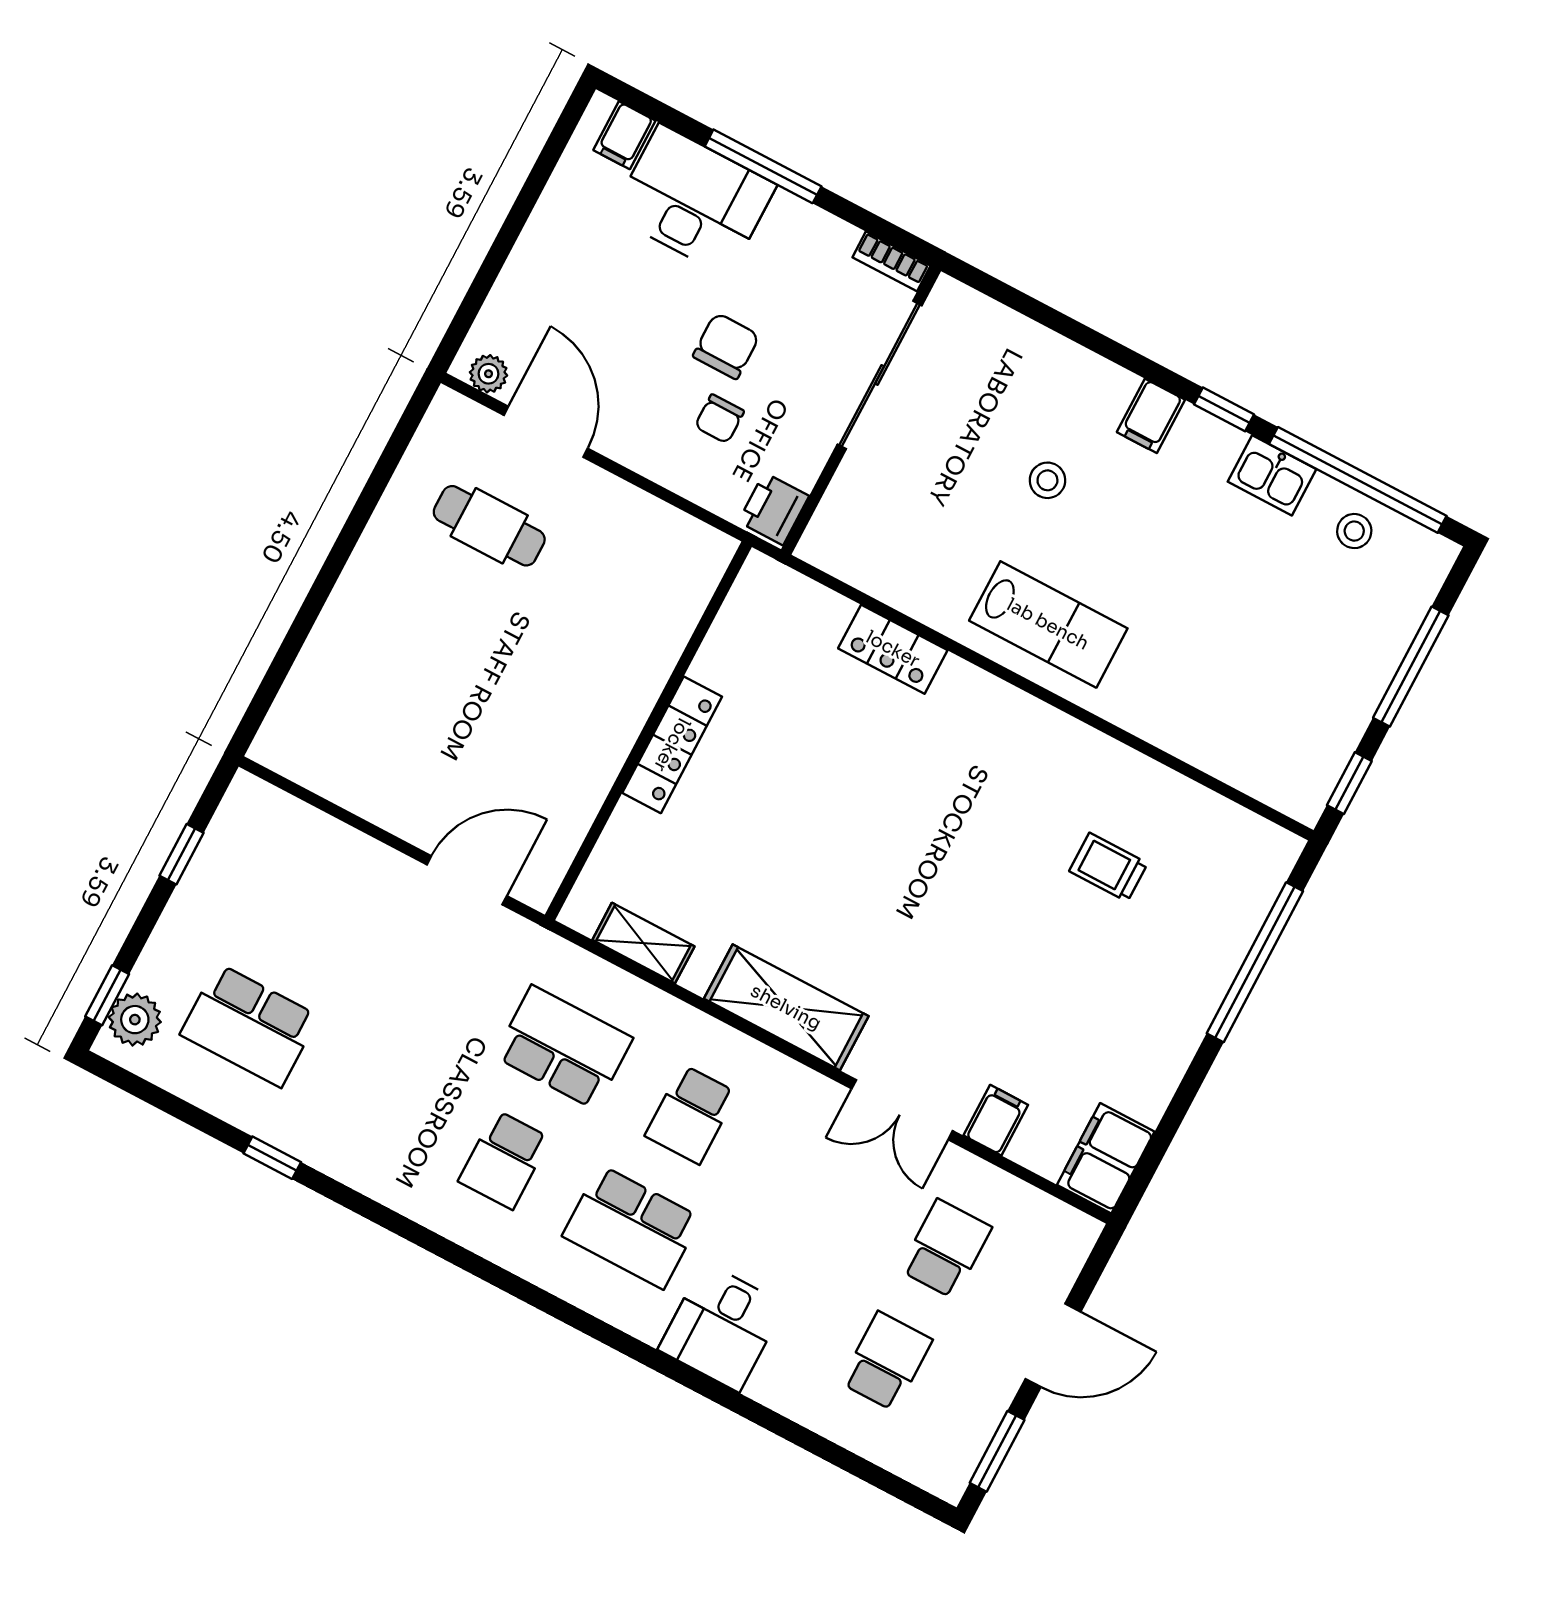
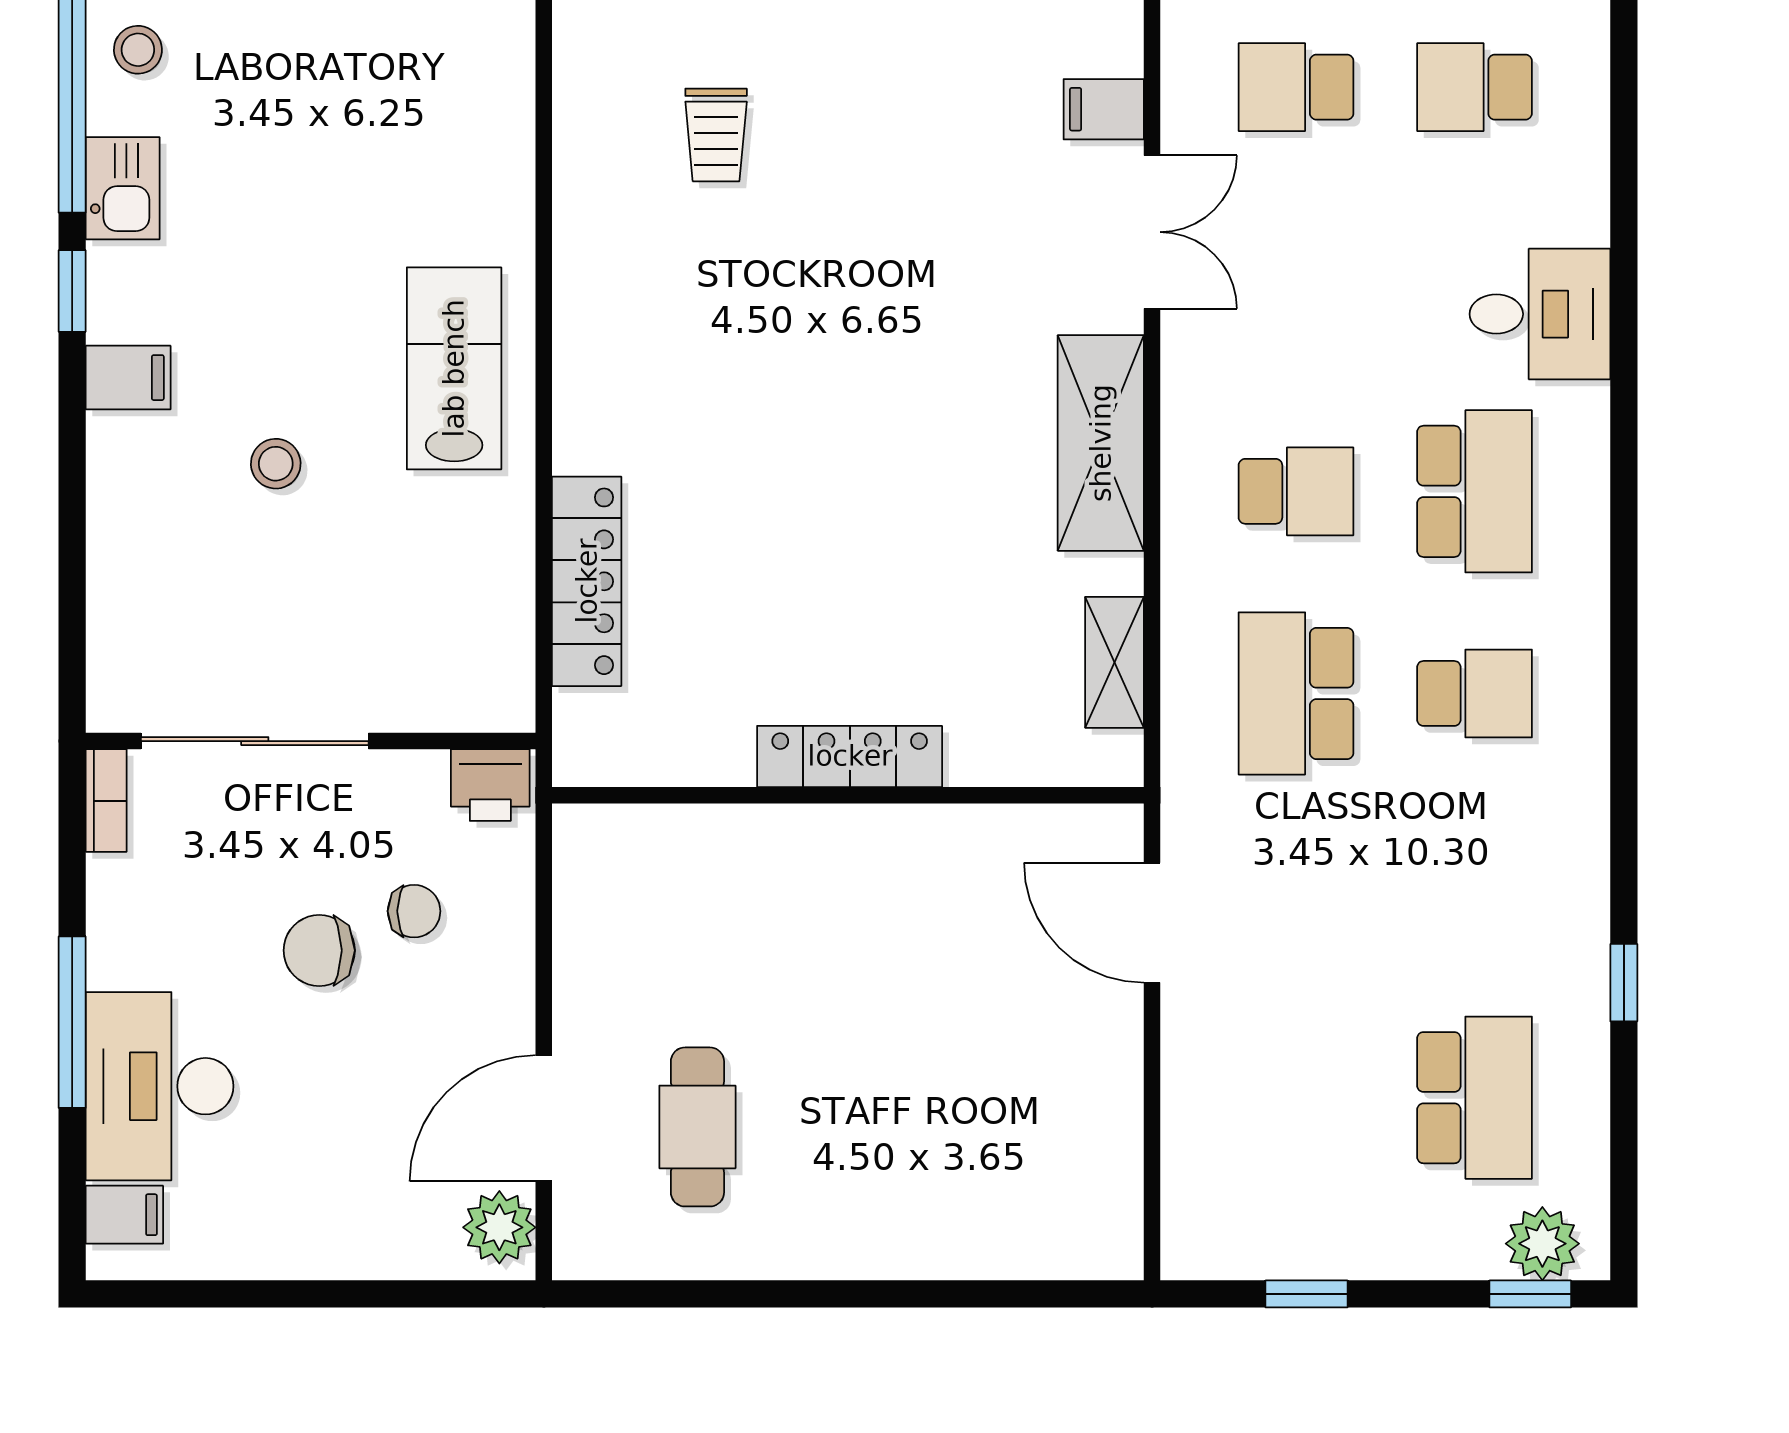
plant: (489, 374) -> (499, 1227), width x1.38, depth x1.38
locker: (893, 649) -> (587, 581), width x1.53

